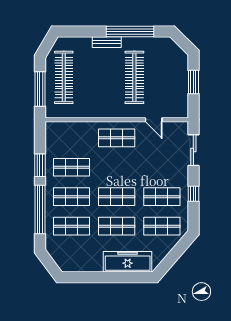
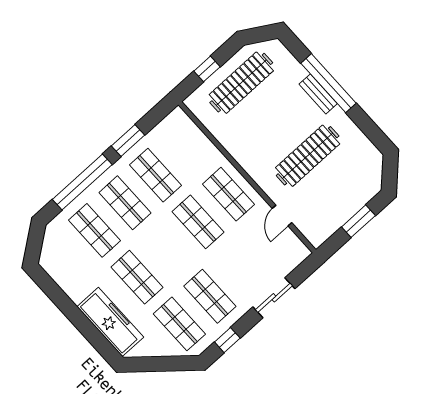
window: (130, 31) -> (328, 83), moved
window: (40, 89) -> (207, 69), width x0.46
sliding door: (193, 150) -> (274, 298), moved
window: (193, 194) -> (227, 340), moved
shop shelf: (117, 197) -> (198, 222), moved

